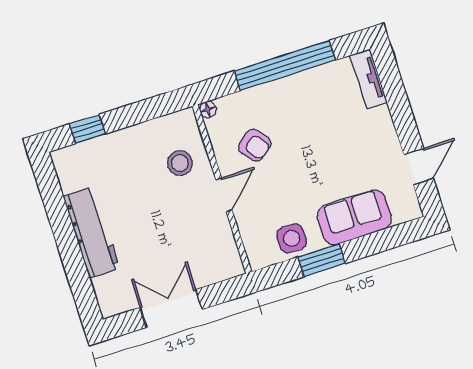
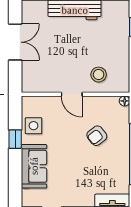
armchair: (255, 145) -> (97, 136), moved
window: (321, 260) -> (15, 139), width x0.67

